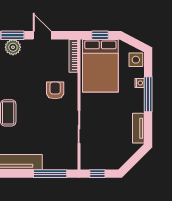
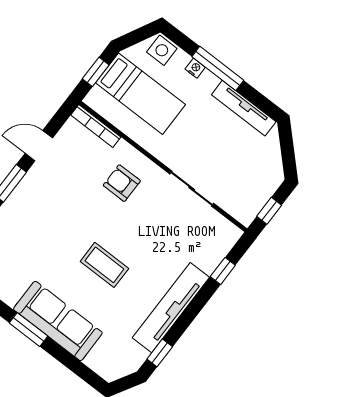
plant: (13, 47) -> (25, 194), removed
bed: (100, 66) -> (141, 94), width x0.67
tv unit: (138, 128) -> (244, 108), width x1.41
window: (50, 174) -> (223, 271), width x0.46

